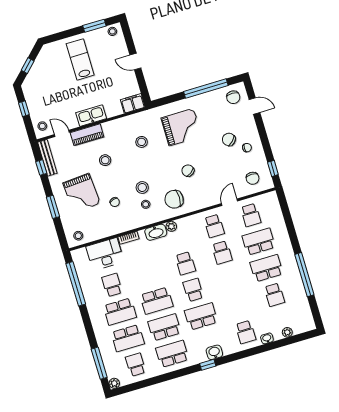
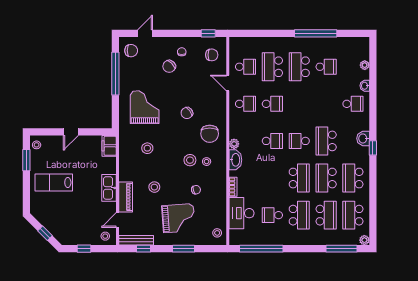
school desk: (136, 365) -> (353, 215), width x1.85

